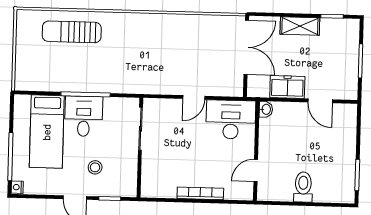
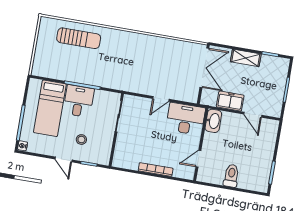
sun lounger: (72, 32) -> (79, 38), turned 180
washbasin: (266, 109) -> (213, 121), width x1.91, depth x1.45

